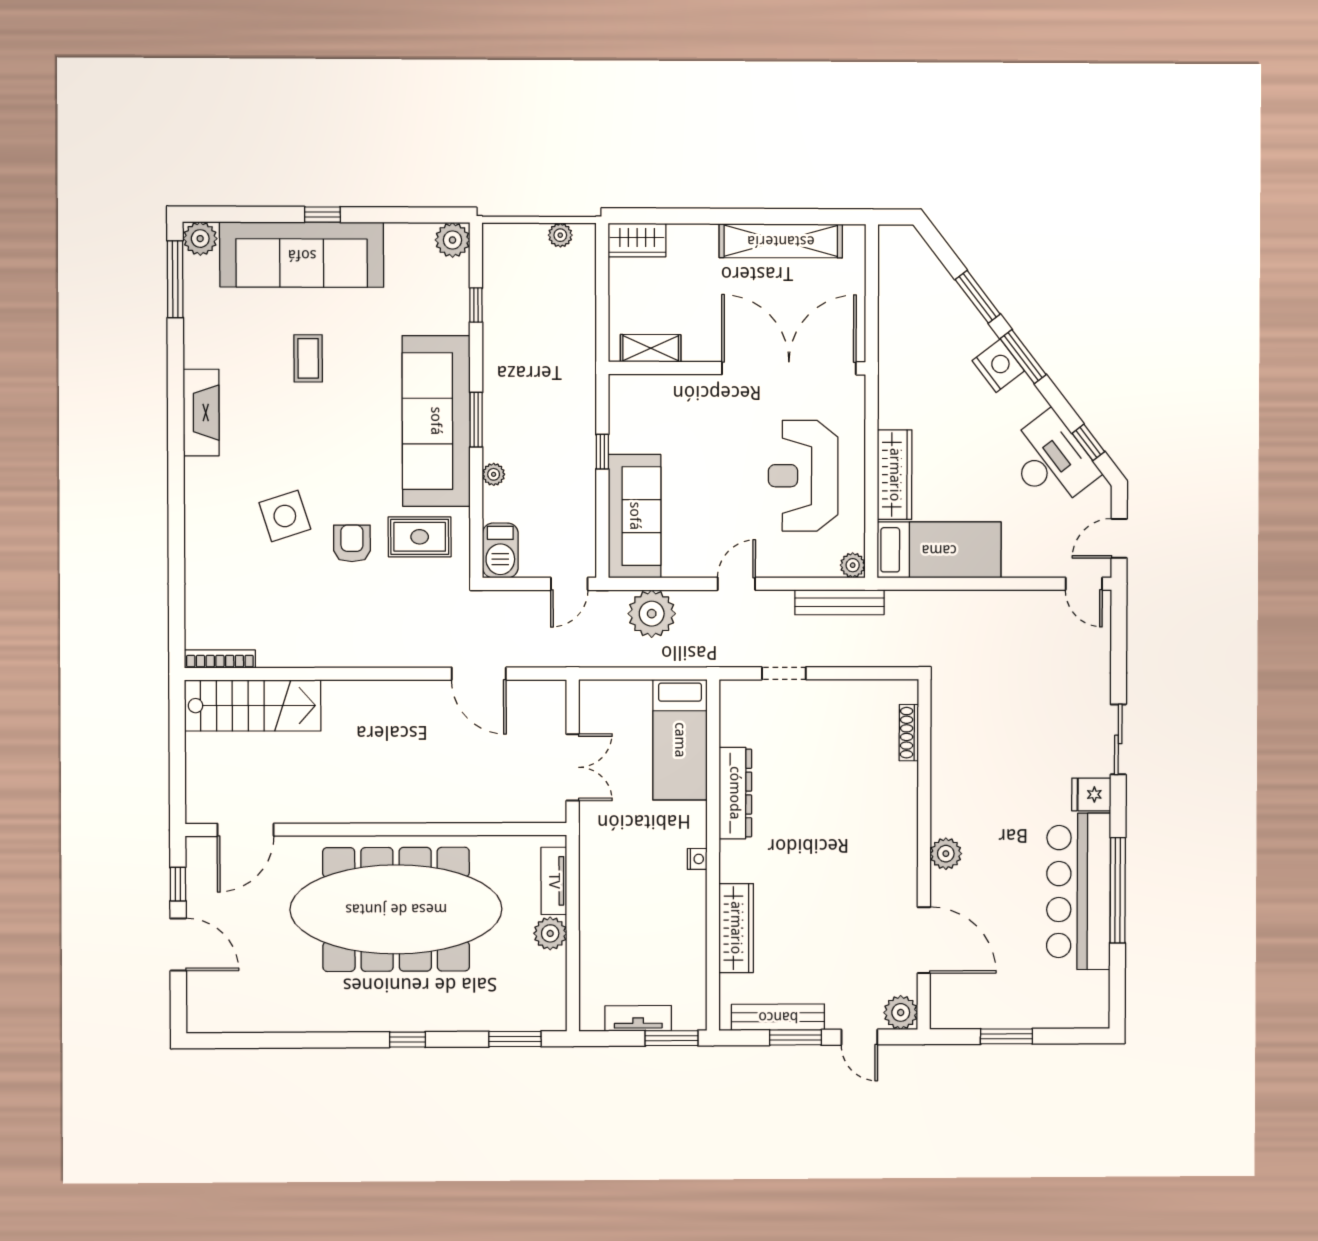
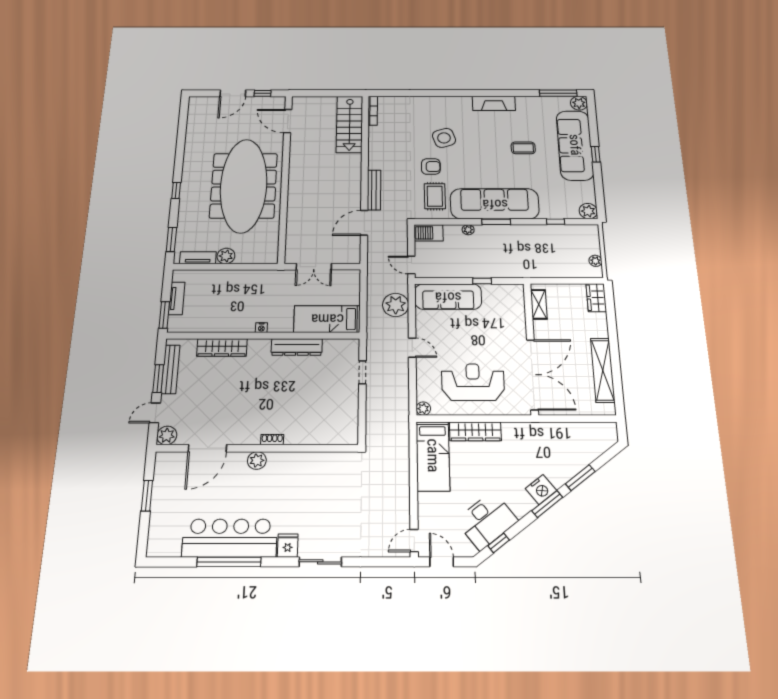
bench: (839, 602) -> (374, 190), moved
shoe rack: (909, 733) -> (272, 440), moved, width x0.70
tv unit: (554, 881) -> (198, 258), moved

